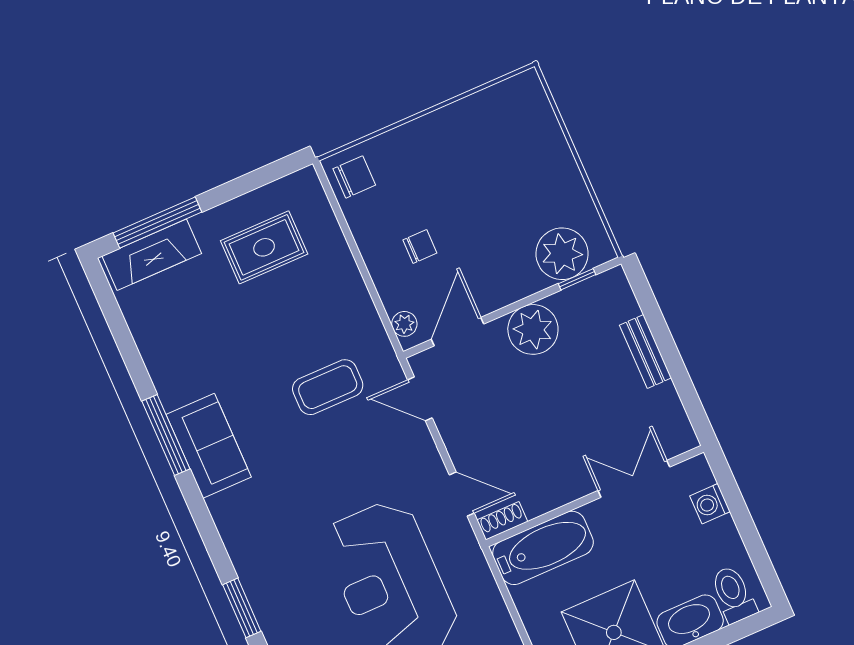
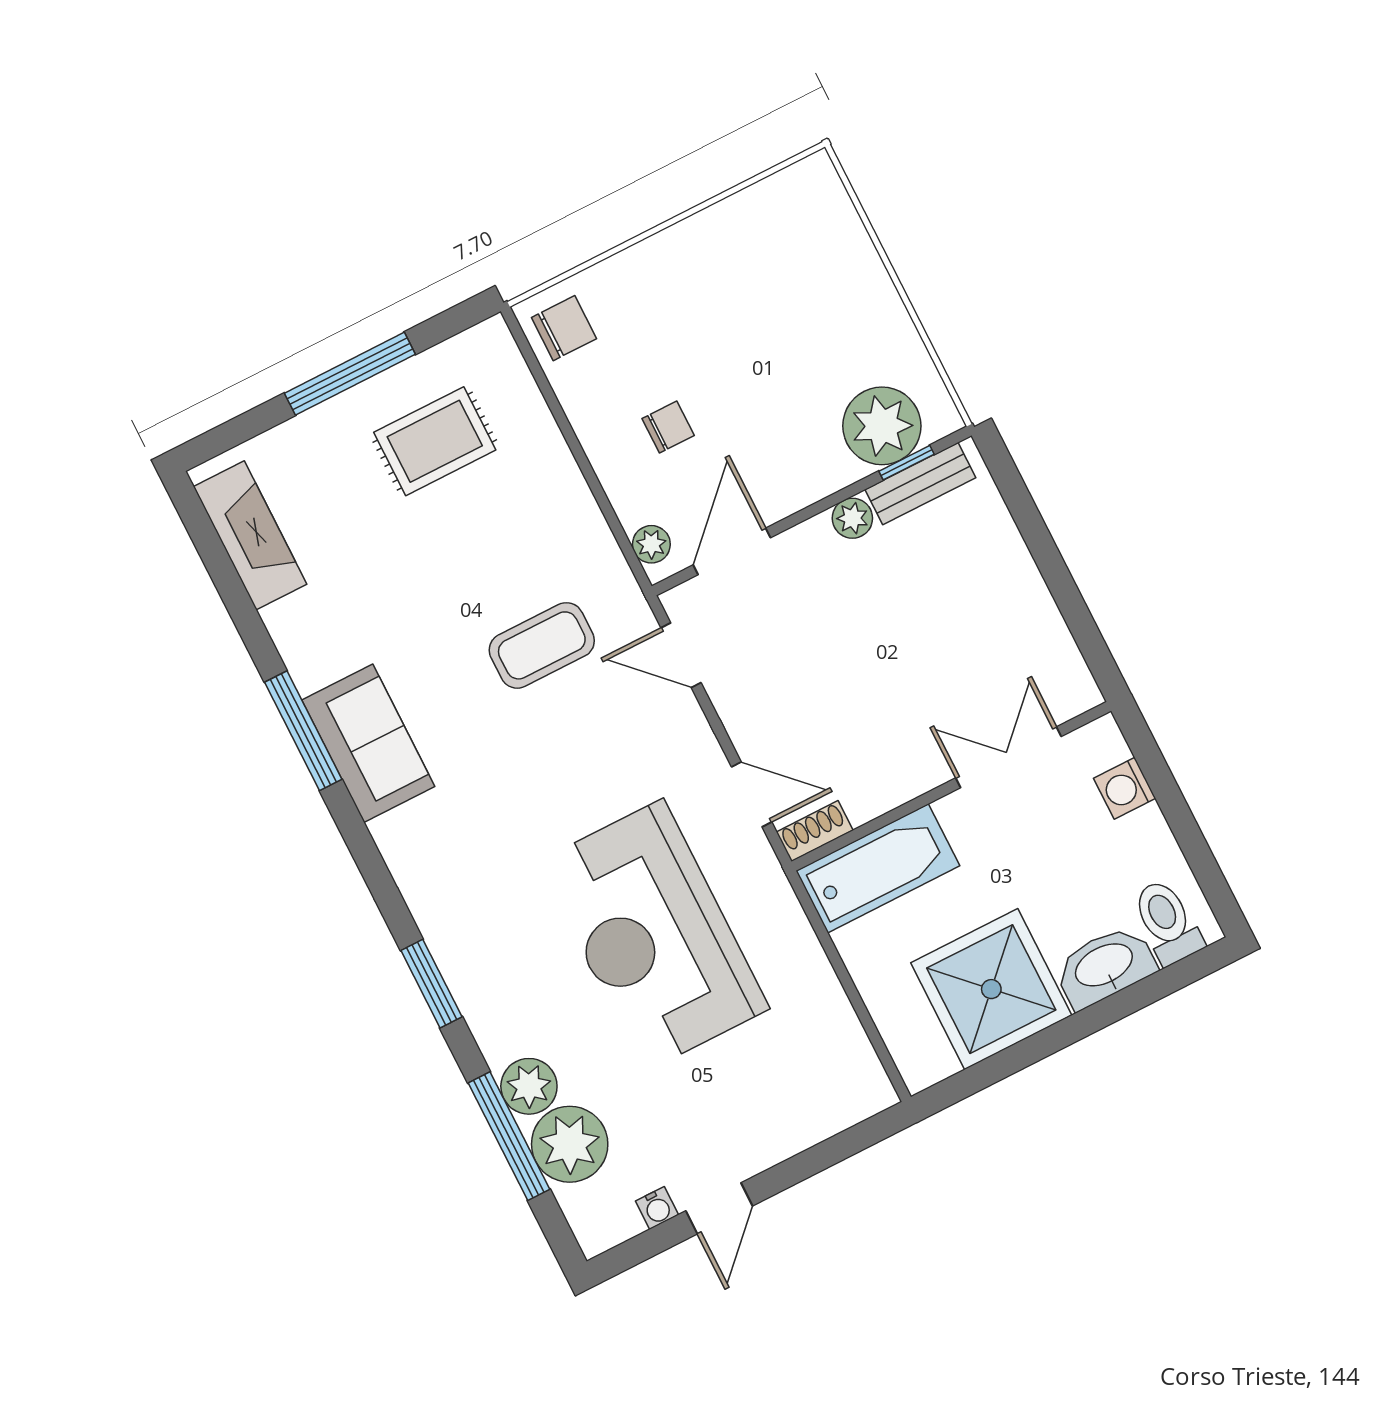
window: (157, 222) -> (350, 374), moved
fireplace: (152, 255) -> (250, 535), moved, turned -90
plant: (533, 329) -> (852, 518), width x0.53, depth x0.53
bench: (646, 352) -> (920, 484), moved, turned 90

